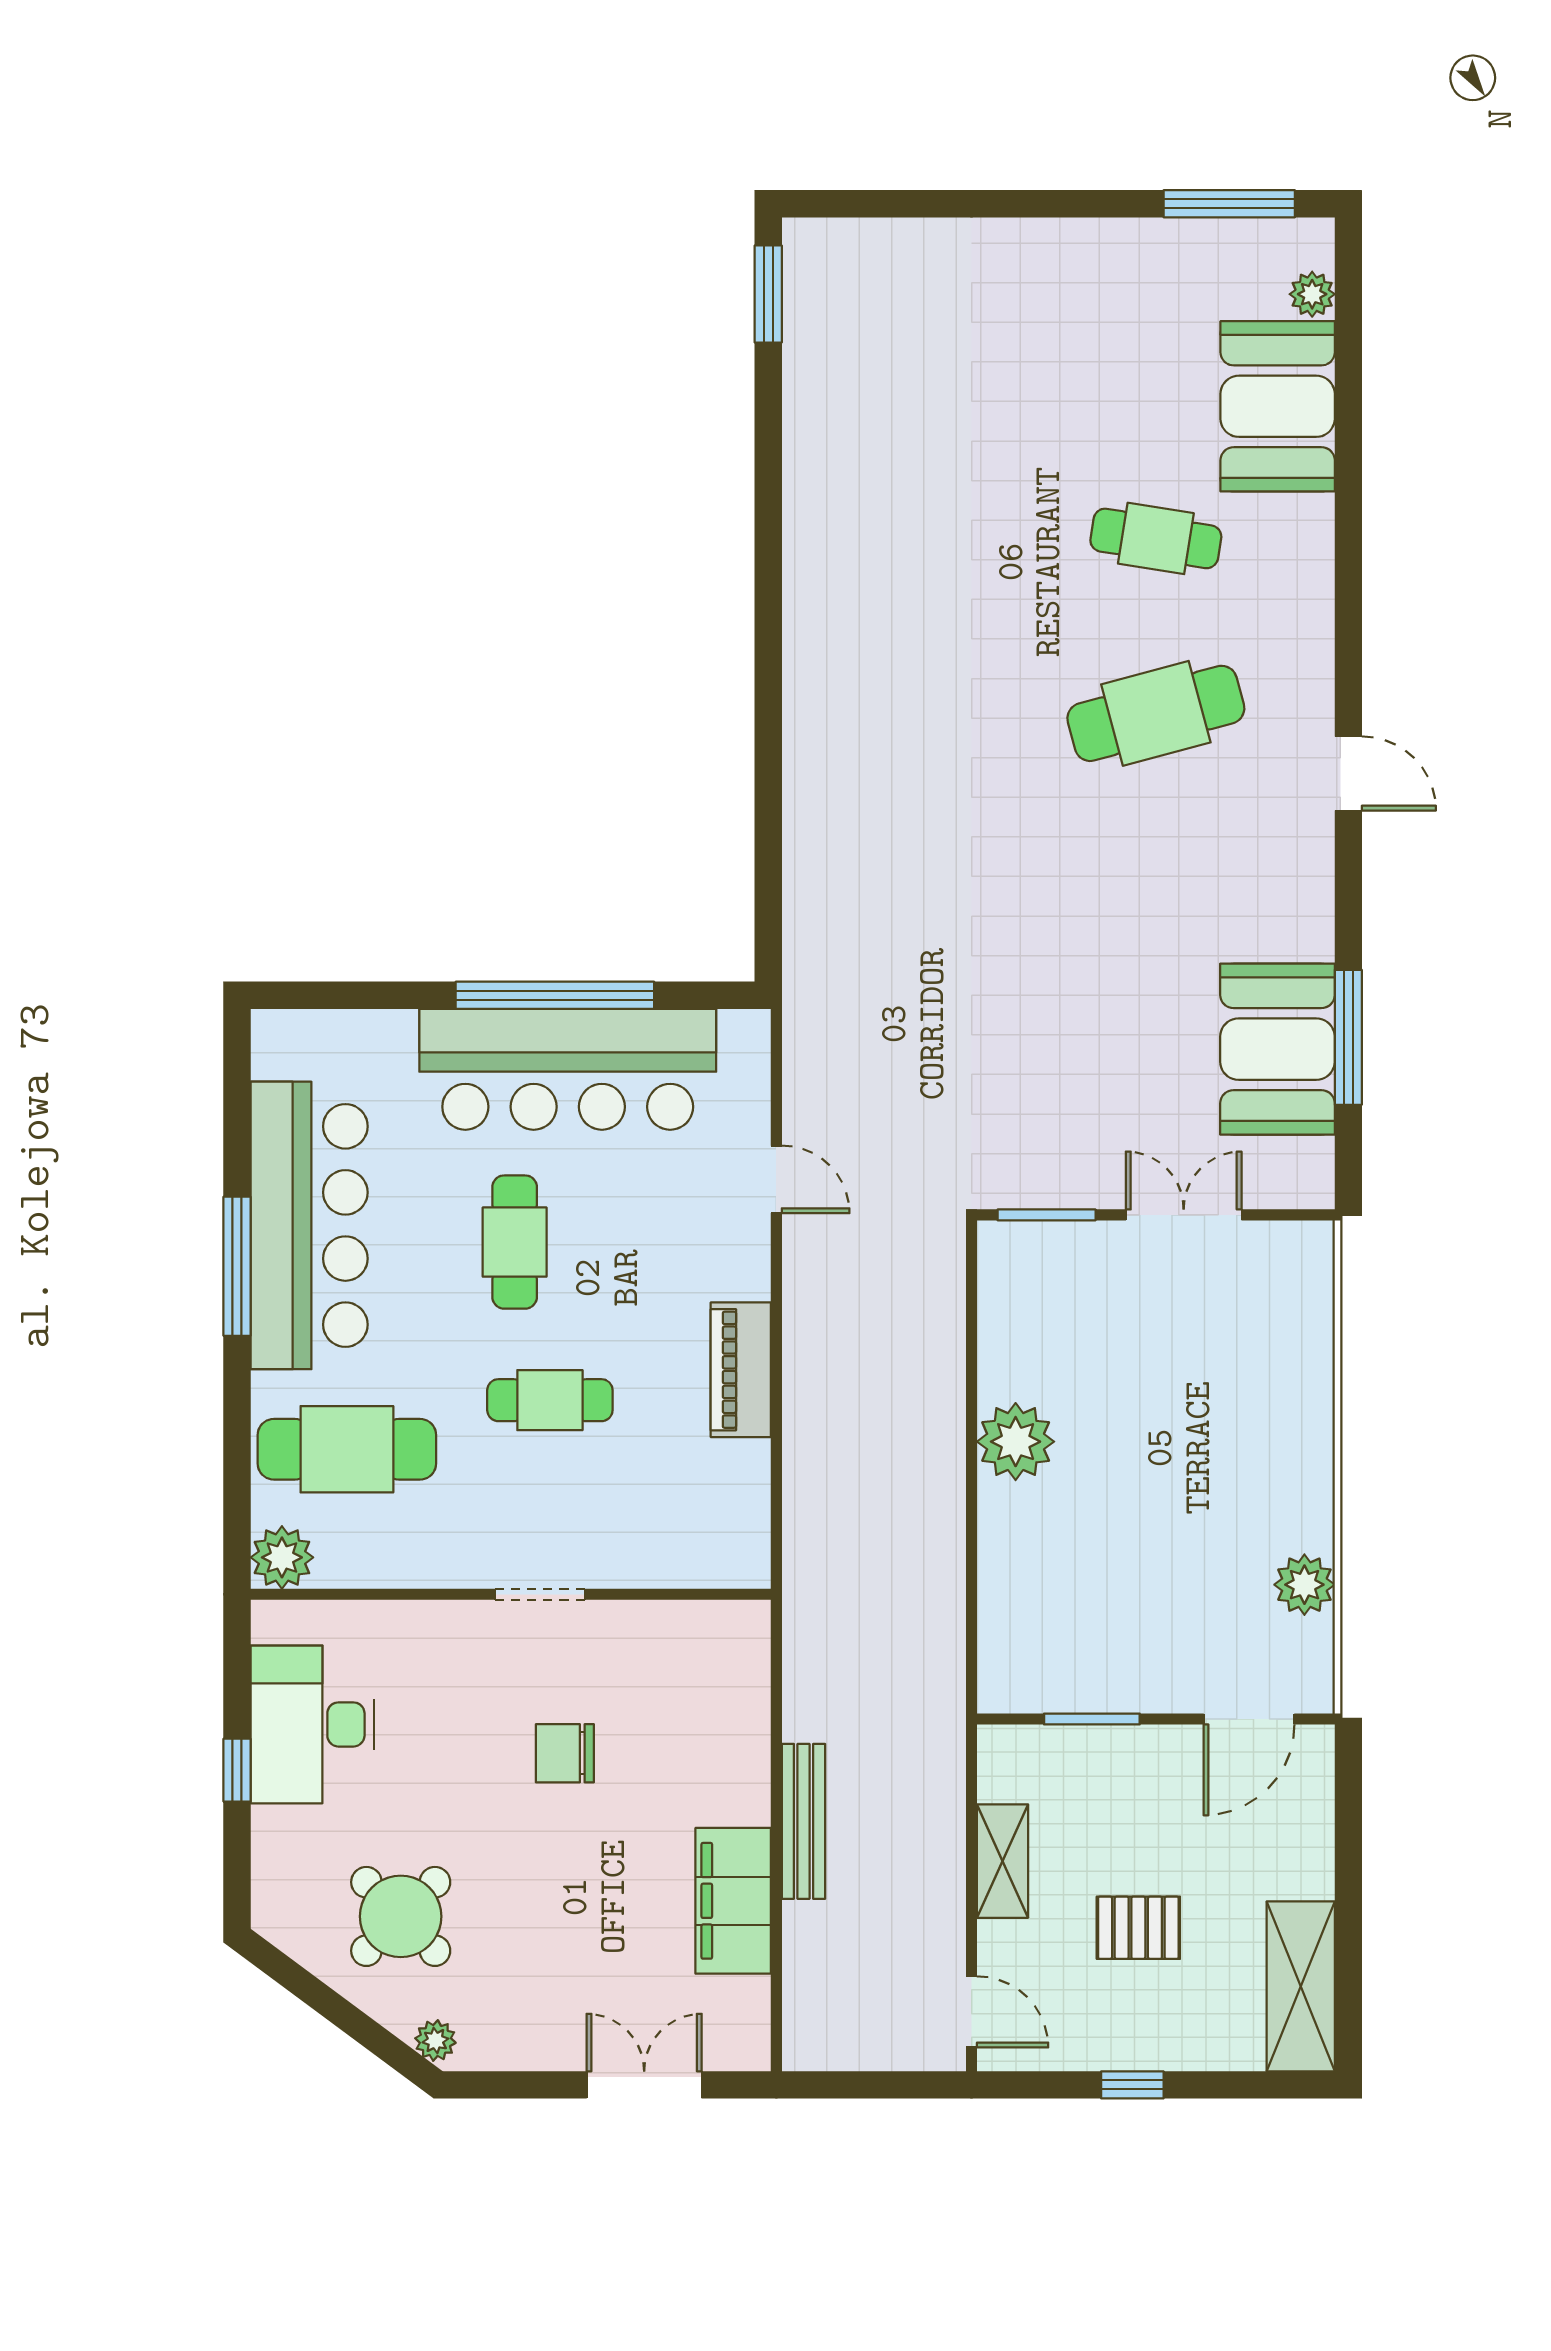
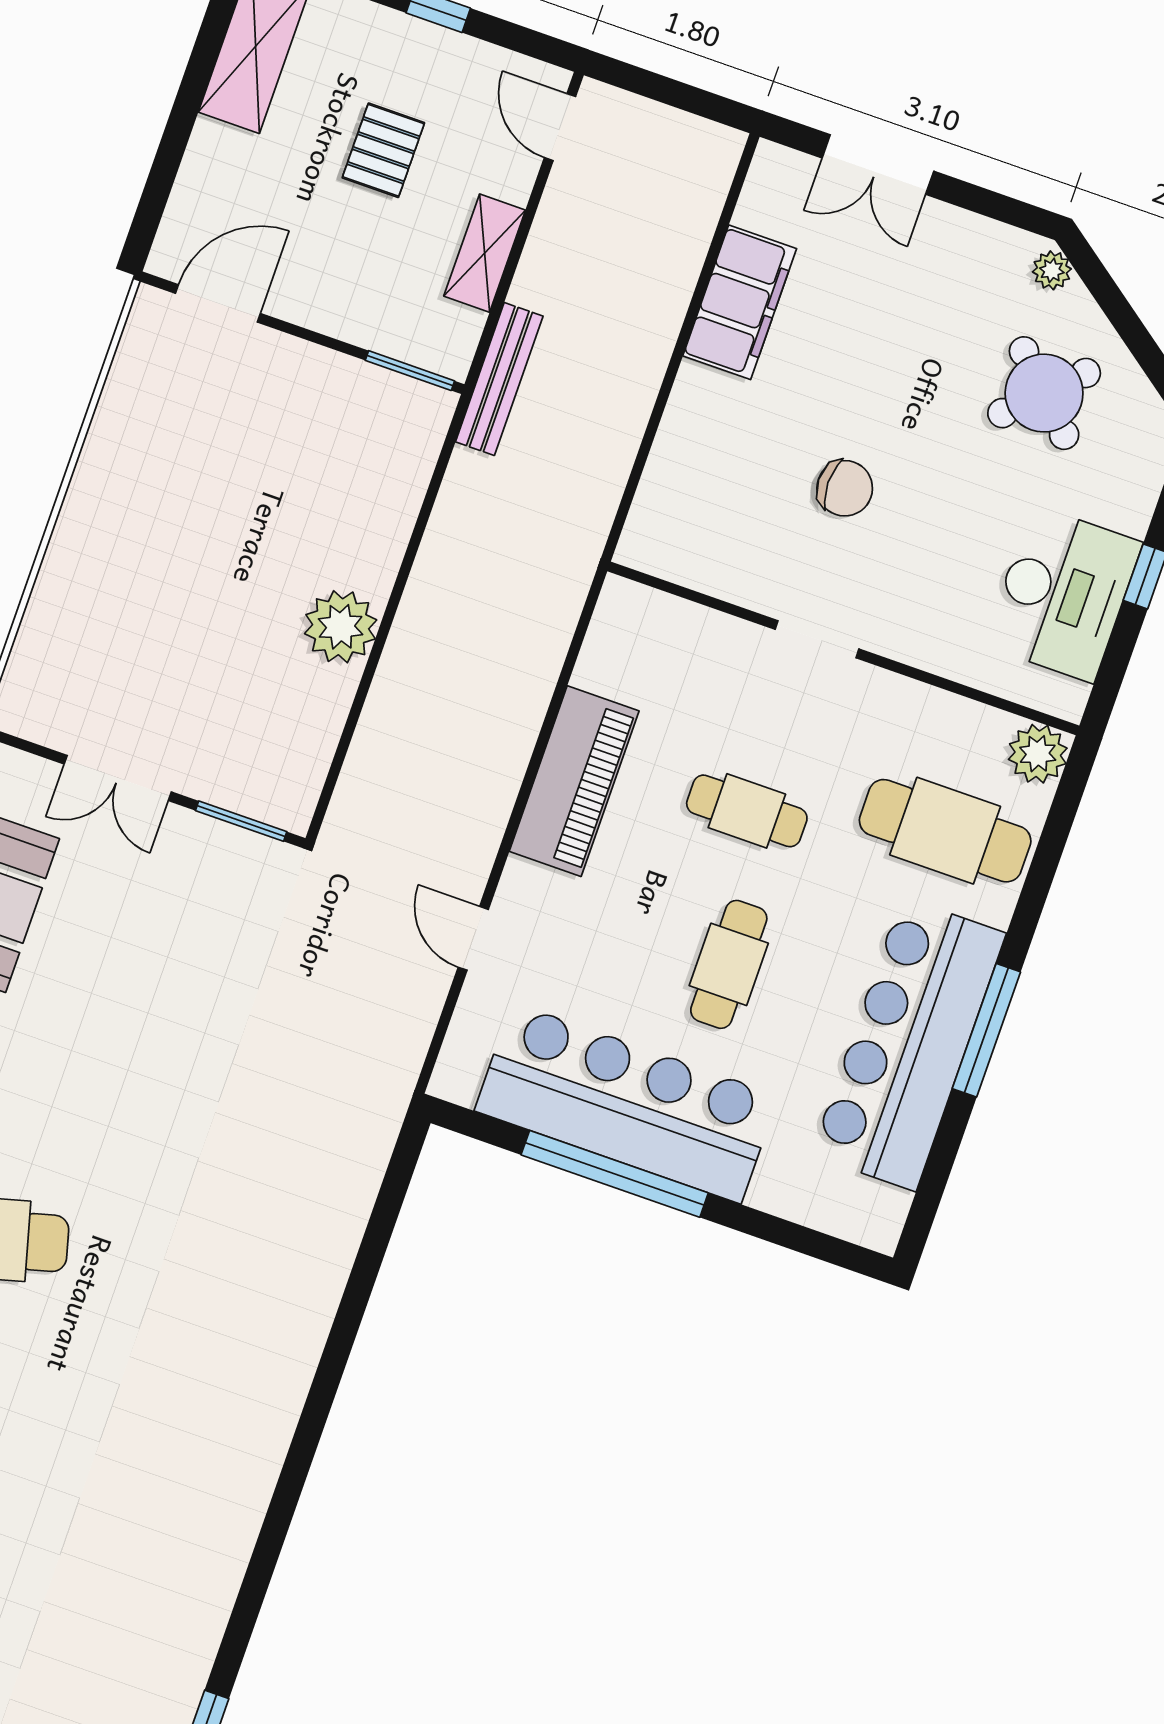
piano: (741, 1370) -> (574, 781), width x1.37, depth x1.33
plant: (1304, 1585) -> (126, 407), removed
window: (1092, 1719) -> (410, 371), moved
bench: (803, 1821) -> (499, 379), moved
pallet: (1138, 1928) -> (383, 150), turned 90

